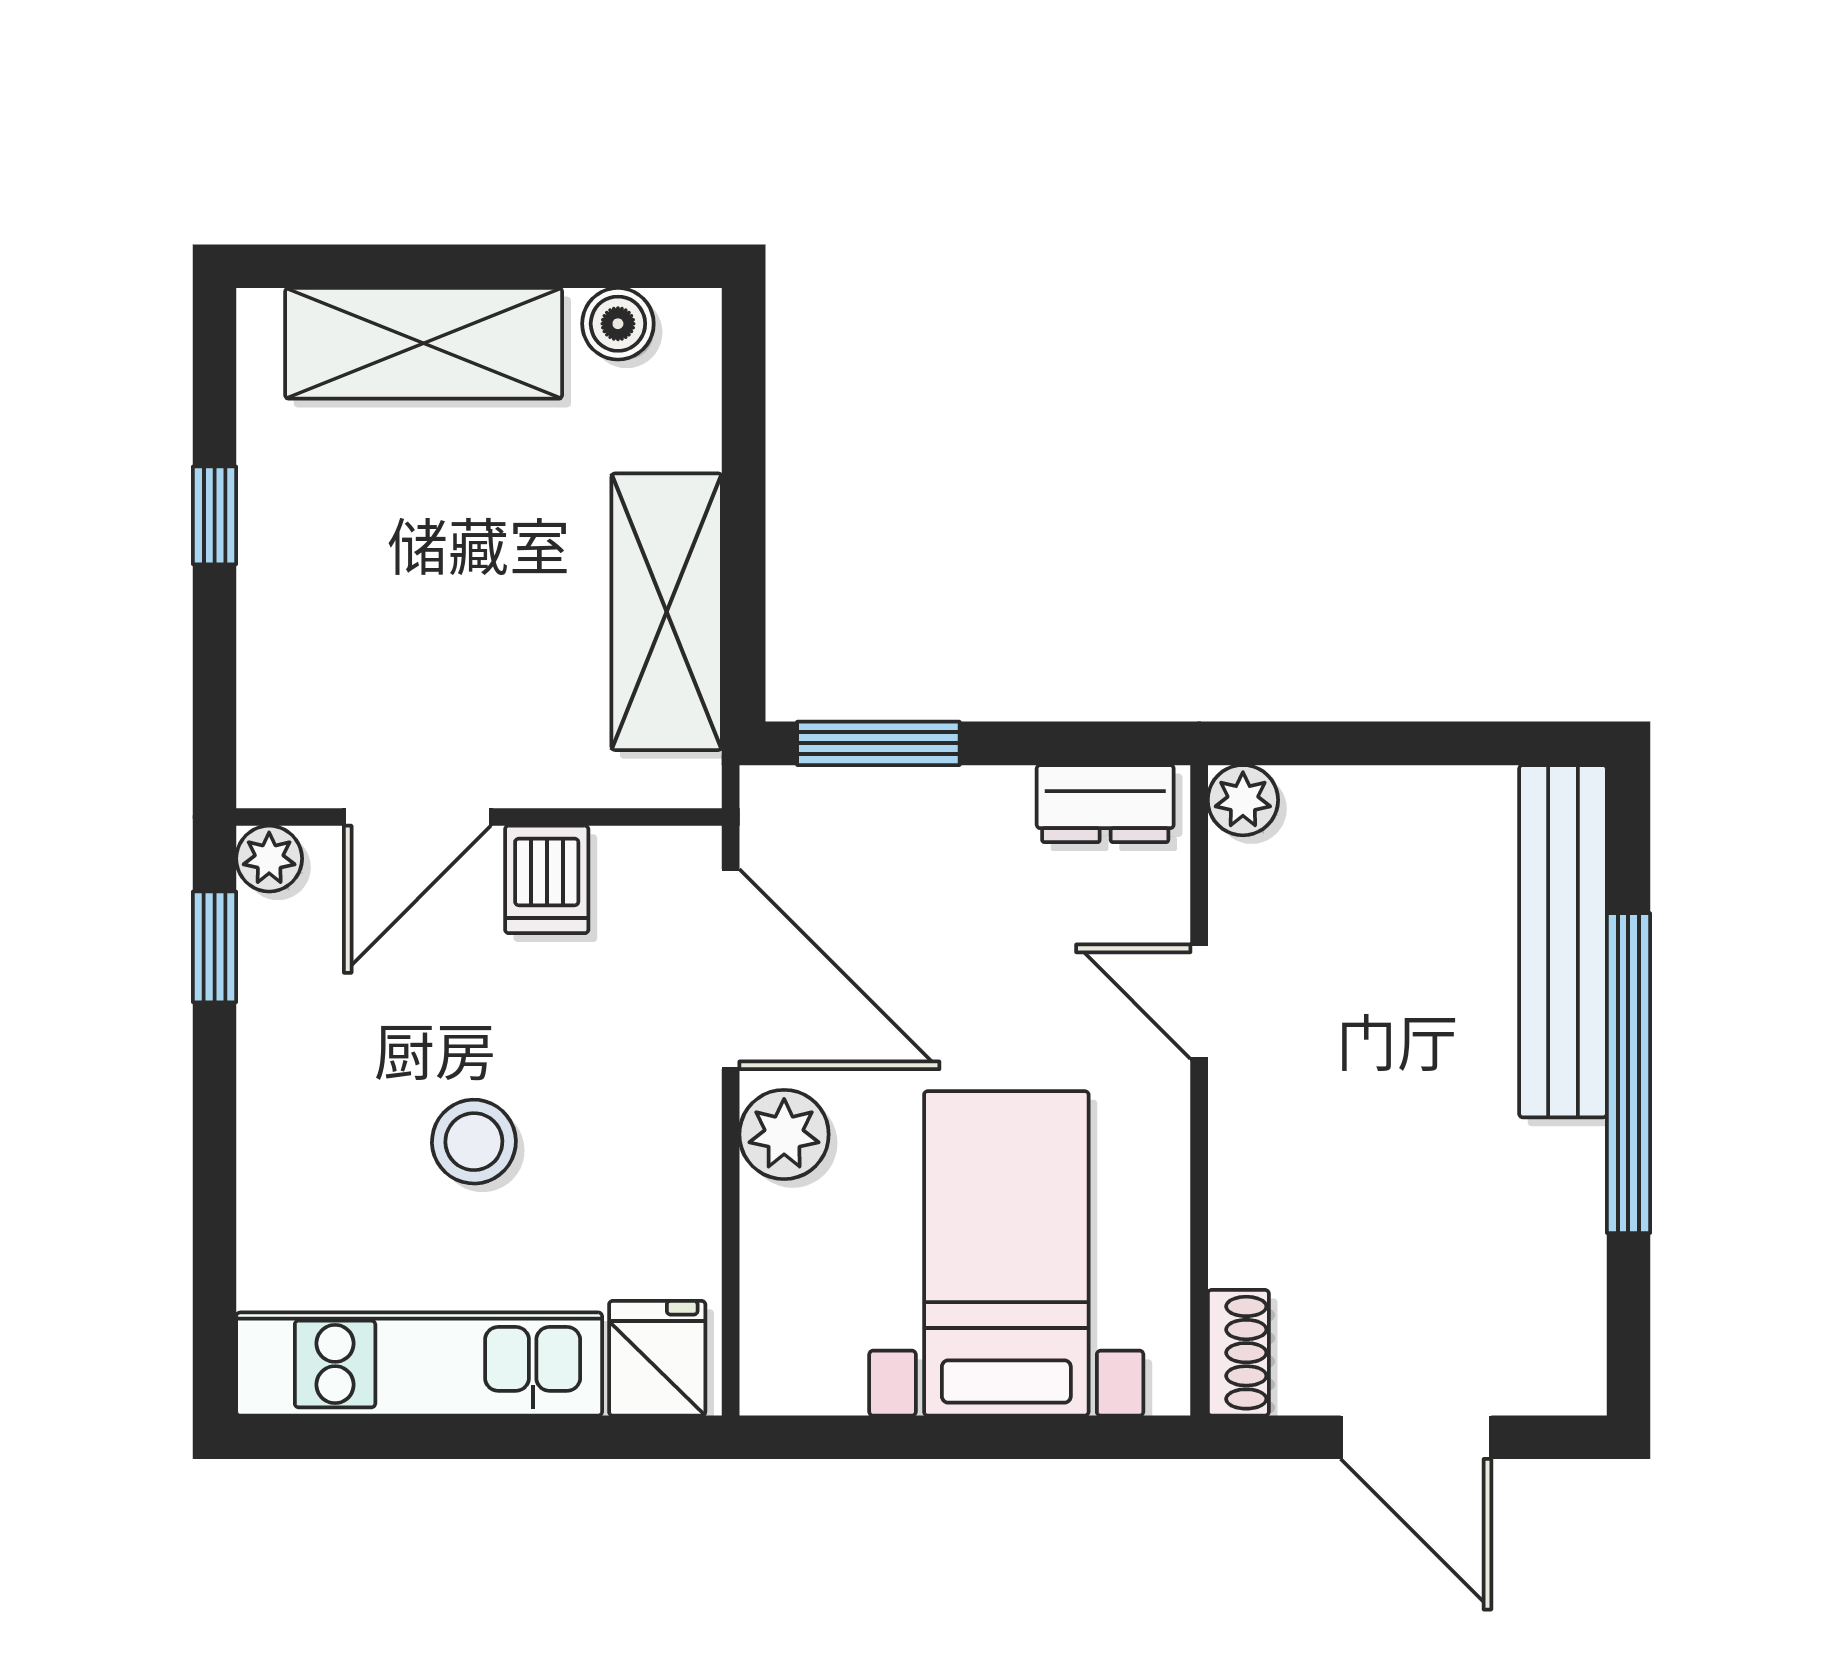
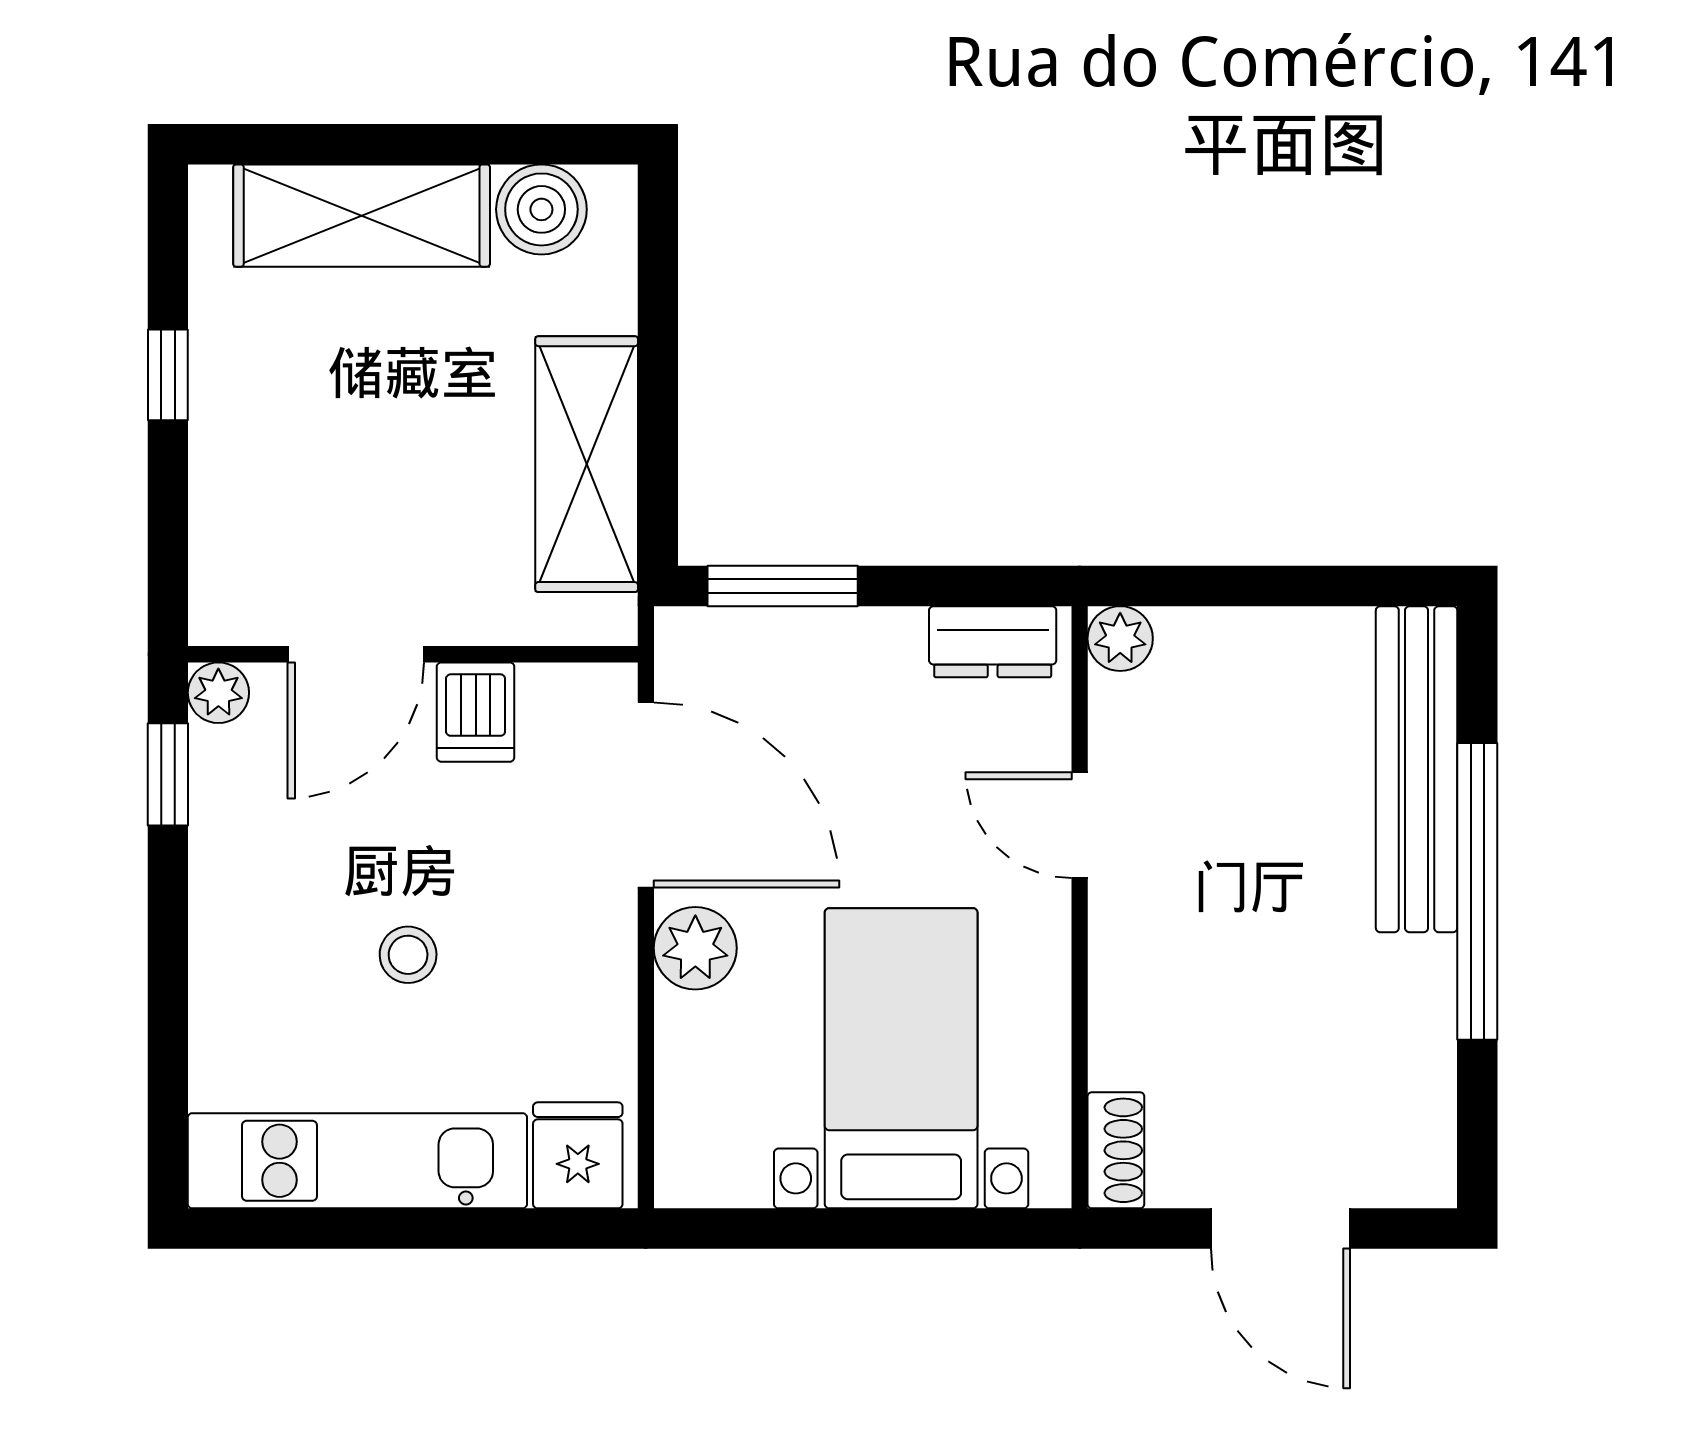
boiler: (618, 324) -> (541, 209), width x1.36, depth x1.36
stool: (474, 1142) -> (408, 955), width x0.73, depth x0.73

